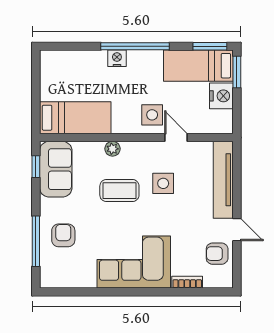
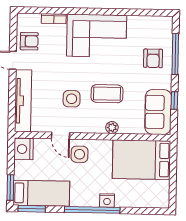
nightstand: (221, 96) -> (24, 149), moved
bed: (75, 118) -> (141, 160), width x1.50
window: (36, 167) -> (174, 100), moved

